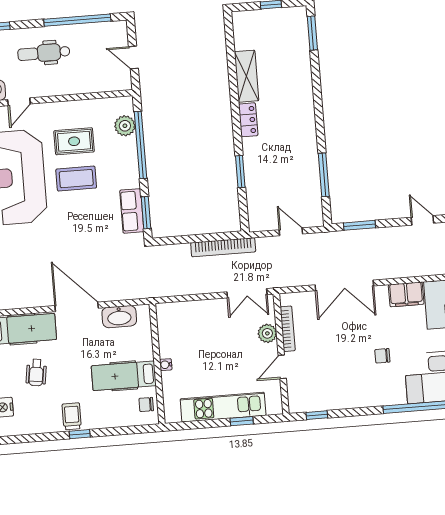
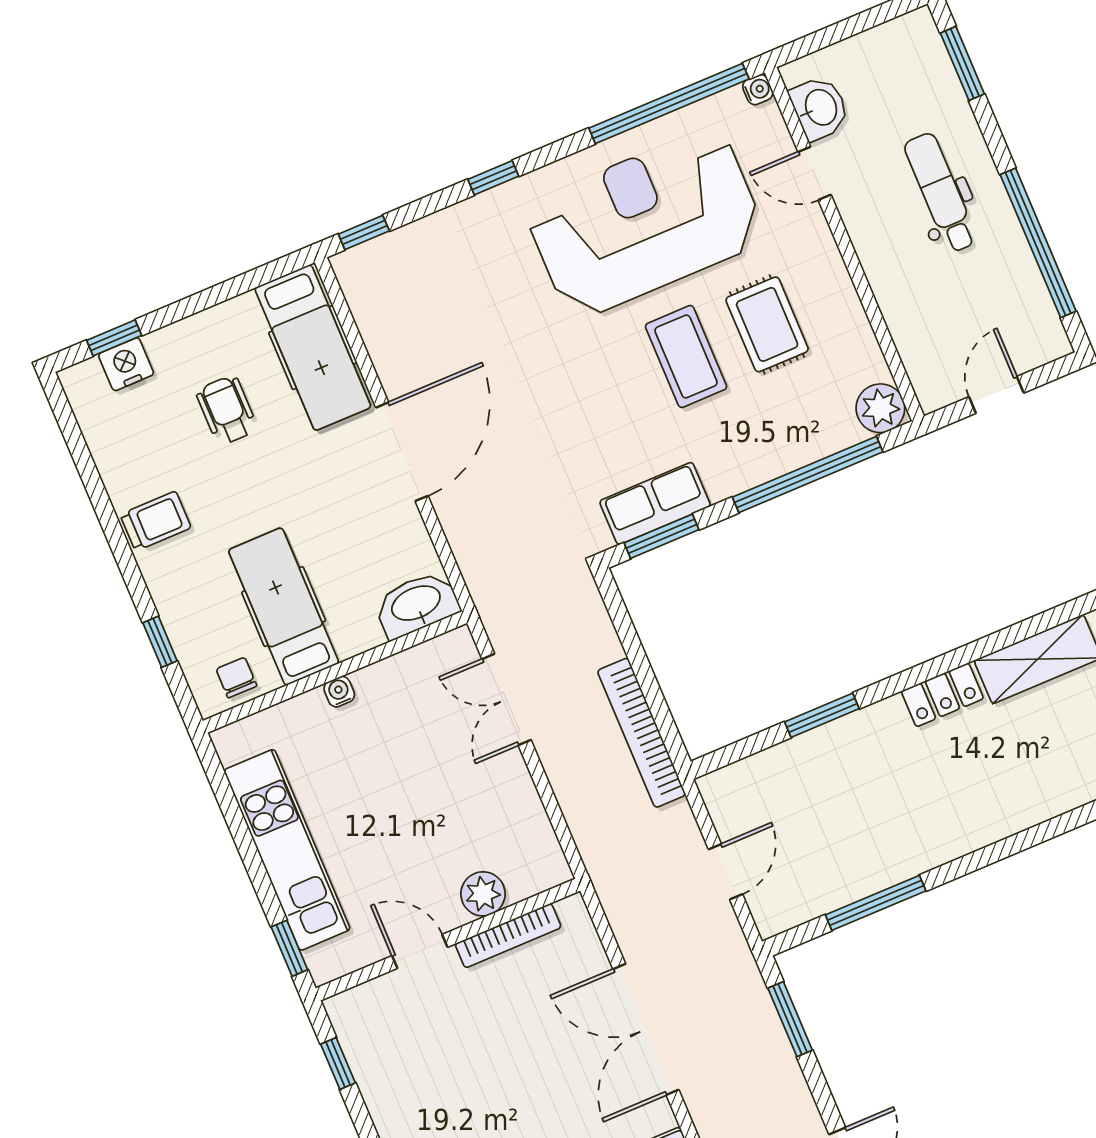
plant: (125, 126) -> (880, 408), moved
double door: (247, 293) -> (506, 699), moved
washbasin: (119, 317) -> (416, 604), moved, turned 90
wheelchair: (36, 372) -> (227, 410), turned 82
window: (242, 421) -> (289, 948), moved
window: (80, 434) -> (160, 642), moved

